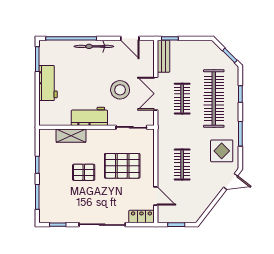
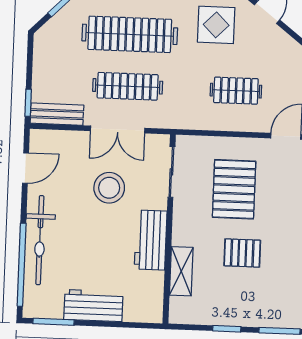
bicycle: (94, 46) -> (40, 240), width x1.37, depth x1.40
clothes rail: (182, 99) -> (128, 86), width x1.36
pallet: (84, 172) -> (242, 253), turned 90

